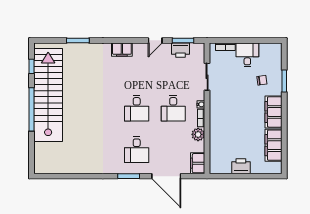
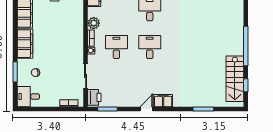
door: (155, 40) -> (147, 109), moved
printer: (181, 50) -> (94, 97), moved, turned 90
desk: (247, 55) -> (28, 97), moved, turned 90
stairs: (48, 95) -> (235, 79), width x0.54, depth x0.66

